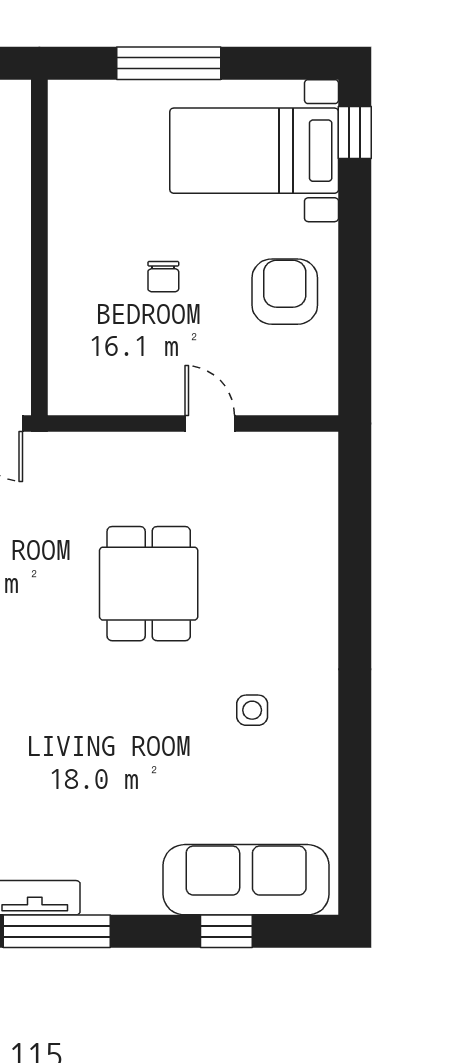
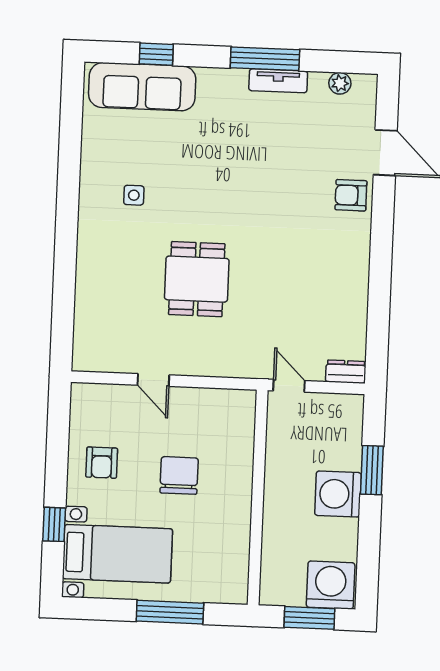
window: (355, 132) -> (54, 524), moved
chair: (163, 277) -> (179, 475), width x1.87, depth x1.87
armchair: (285, 292) -> (102, 463), width x0.72, depth x0.72

